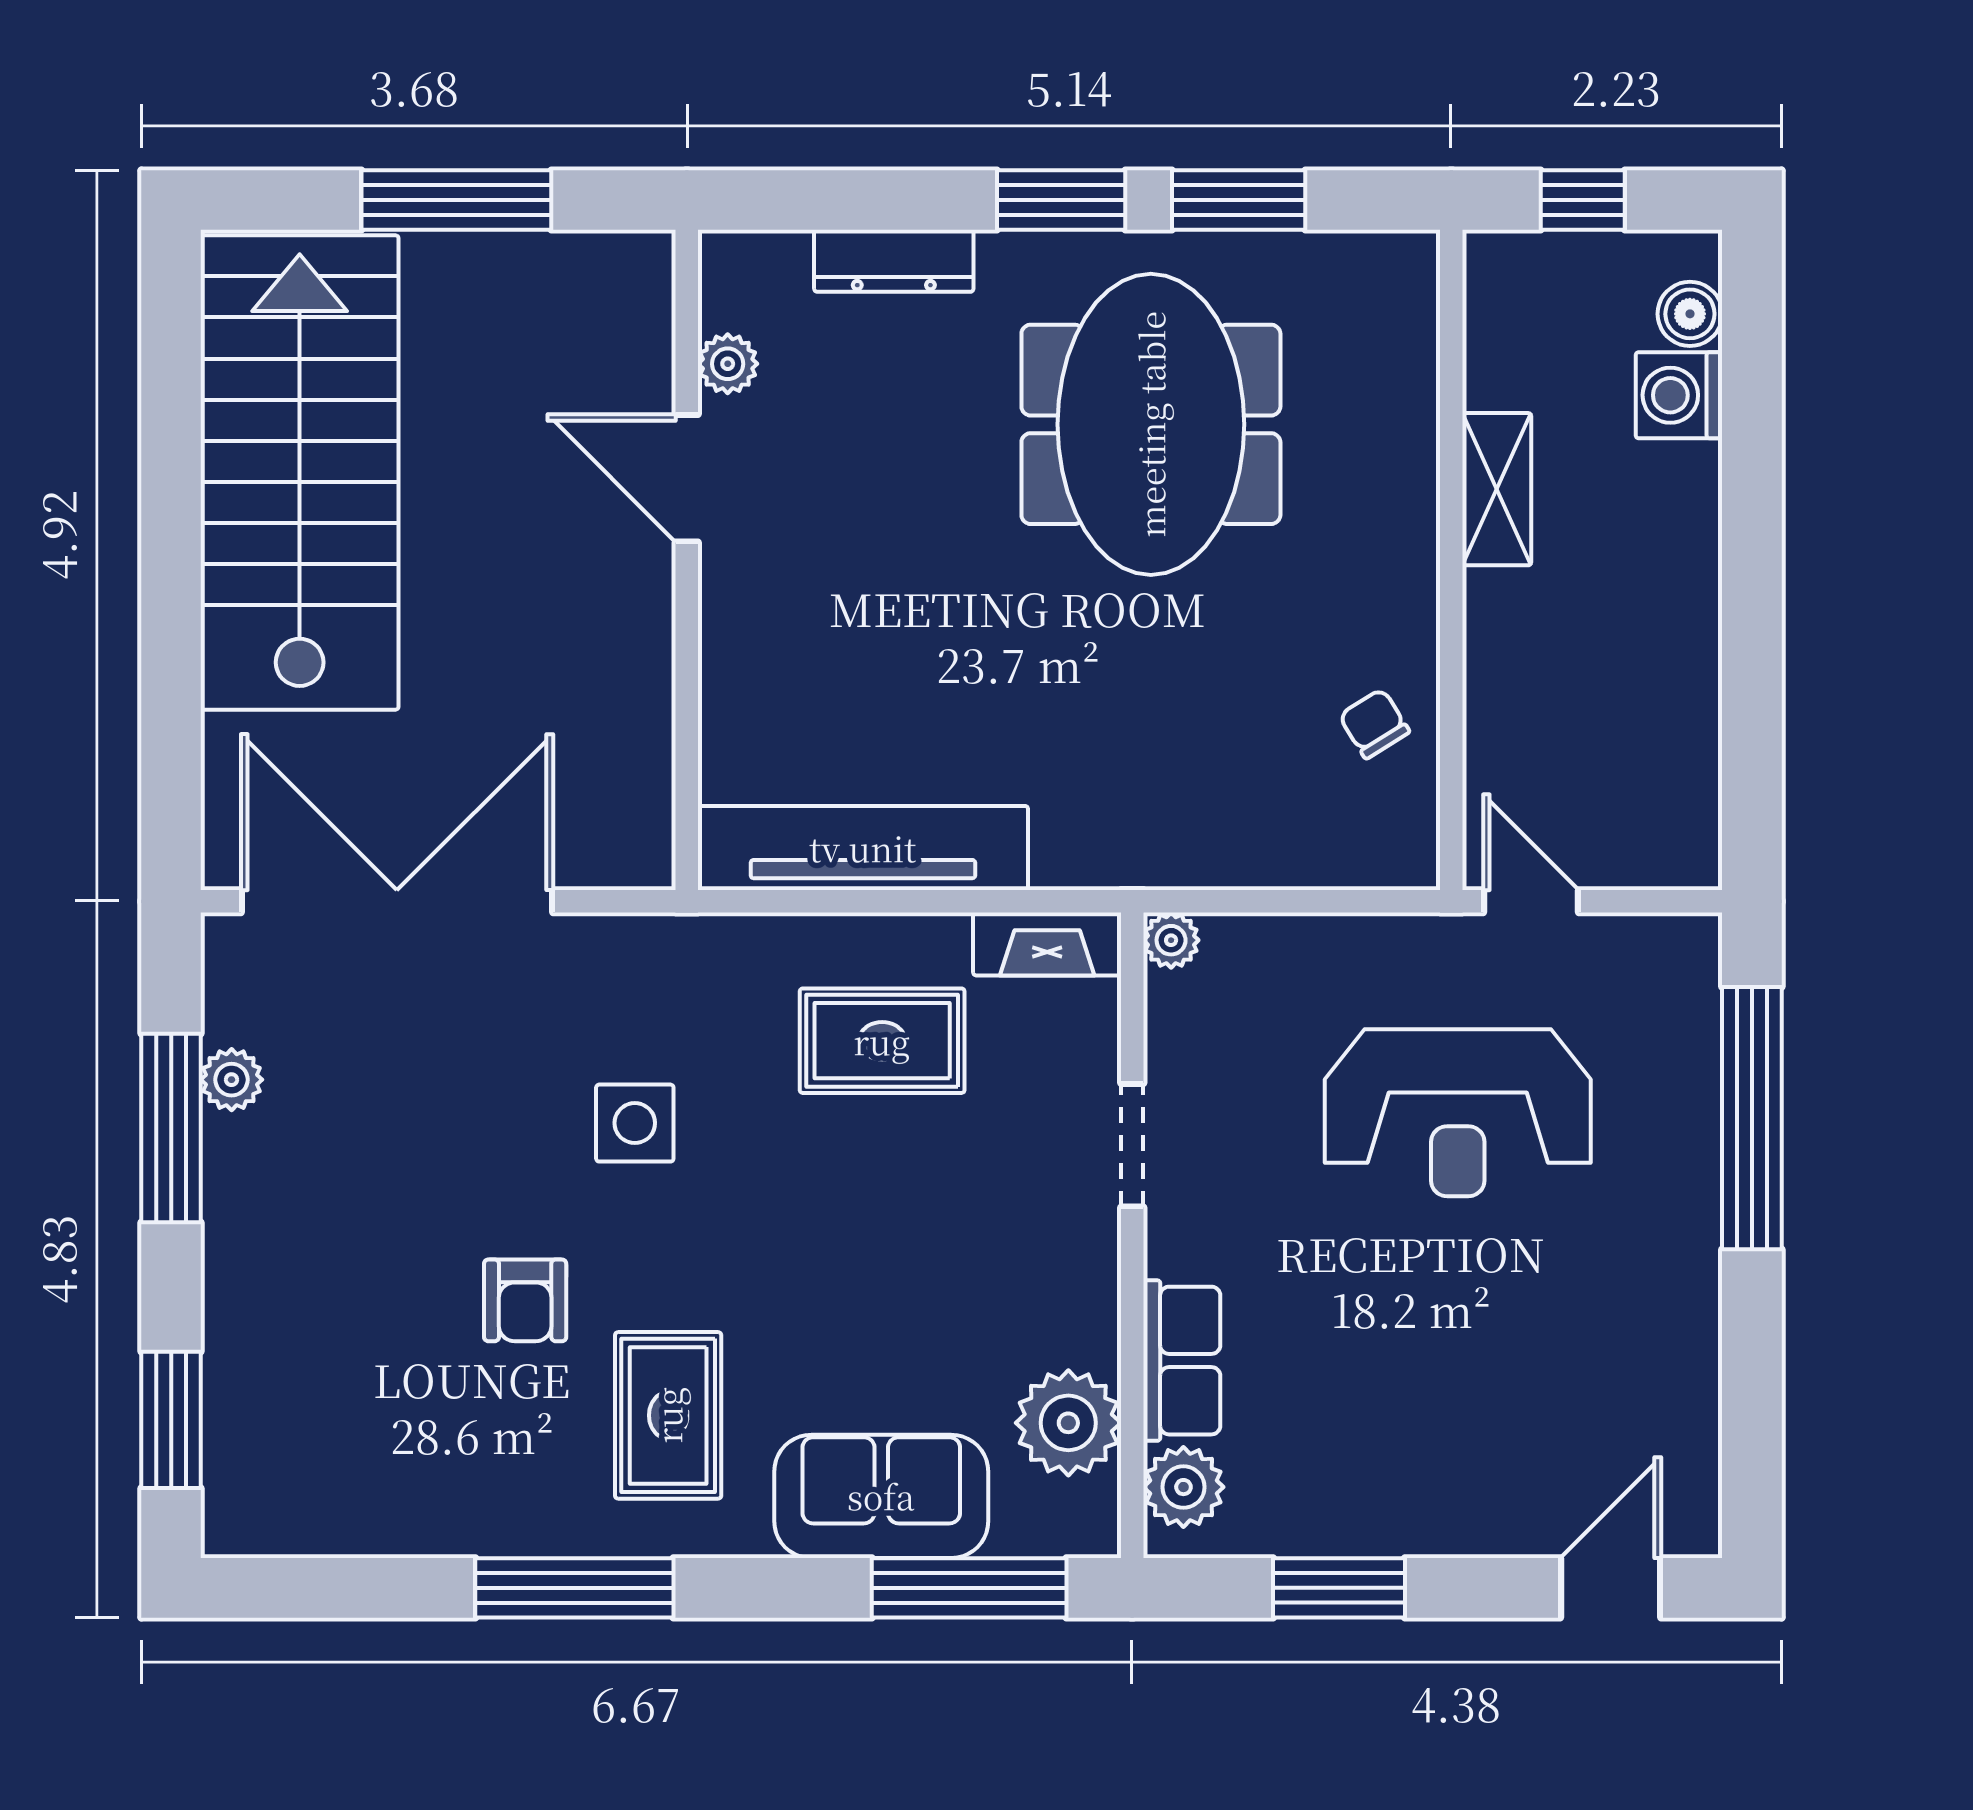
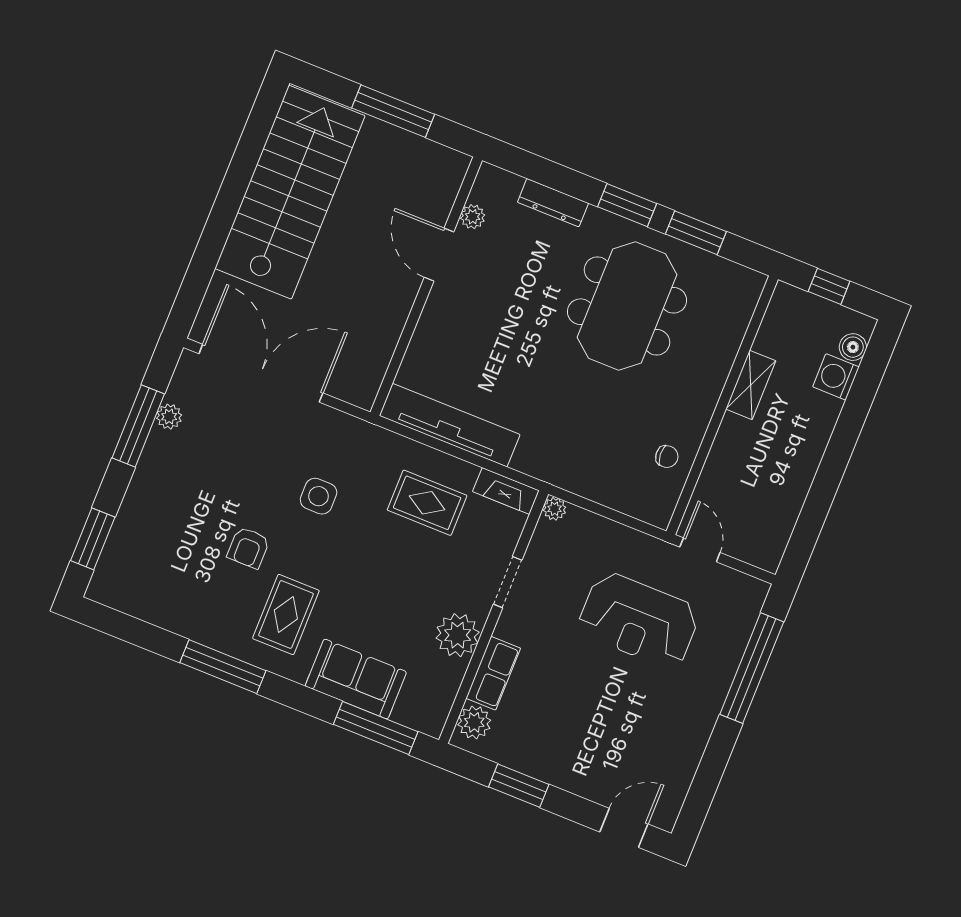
chair: (1374, 724) -> (667, 457), turned 118
plant: (1068, 1423) -> (458, 635), moved

